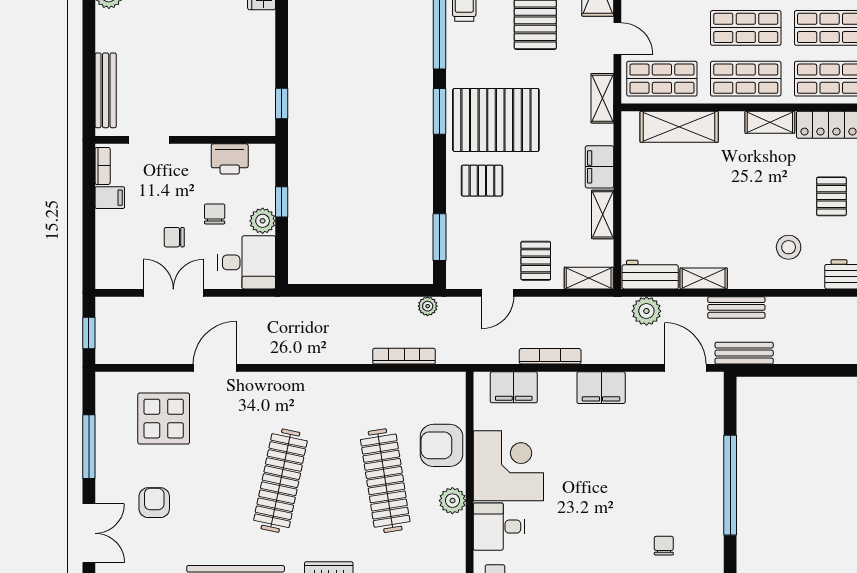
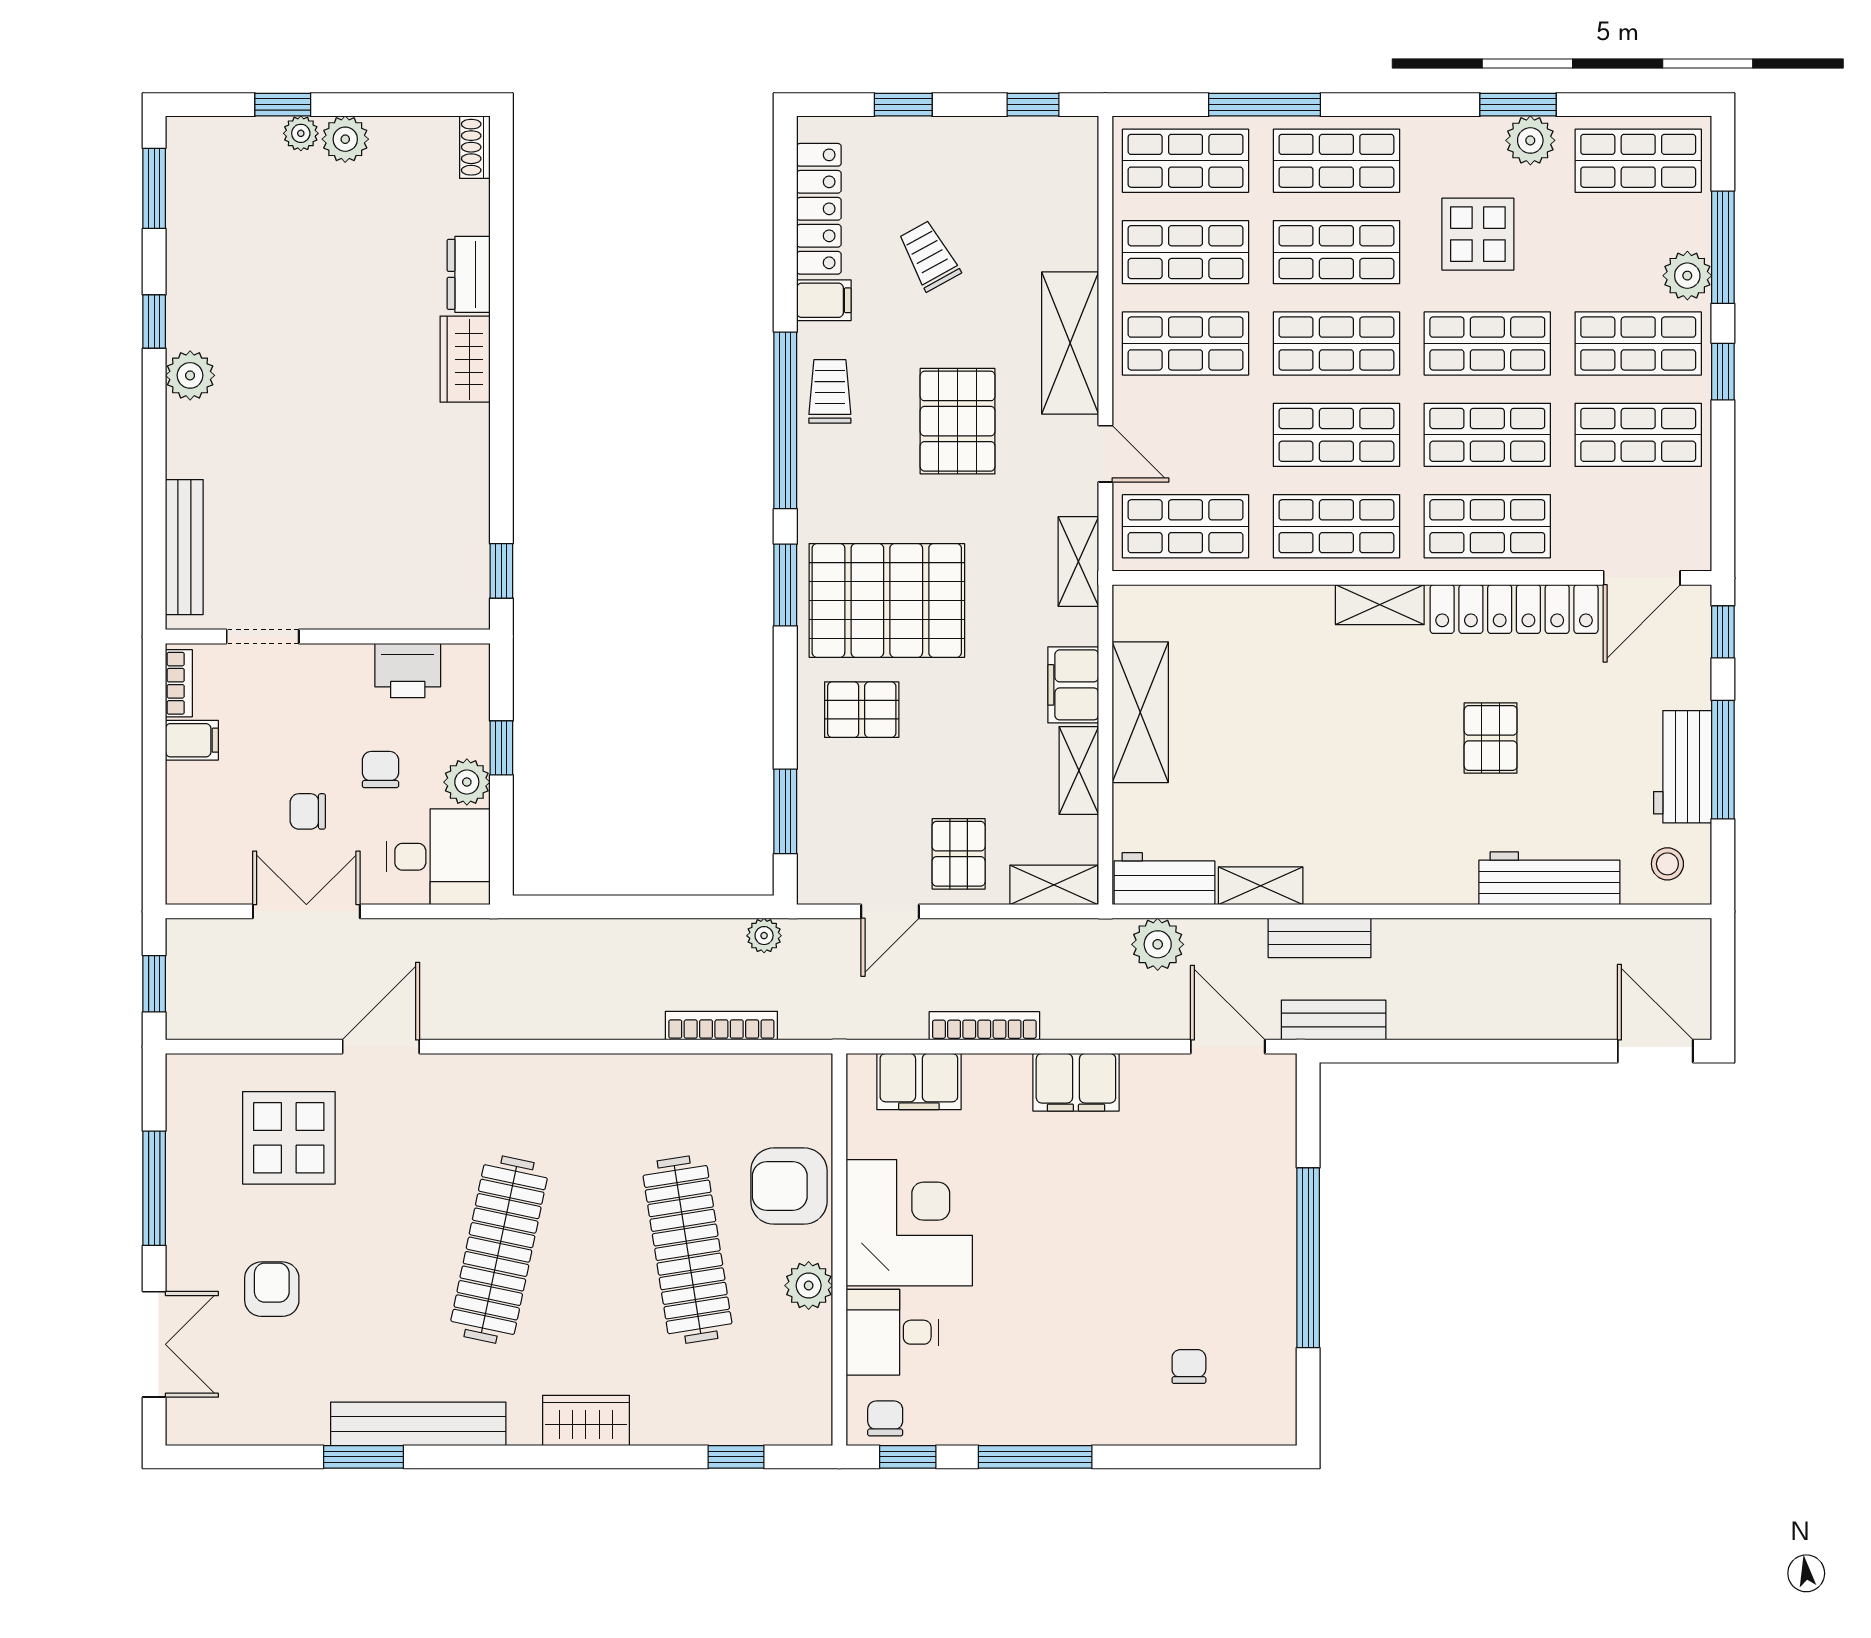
shelving: (679, 127) -> (1140, 712), moved, turned 90
stool: (789, 247) -> (1413, 829), removed

